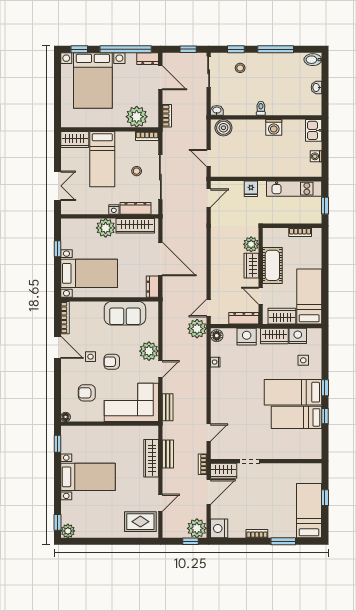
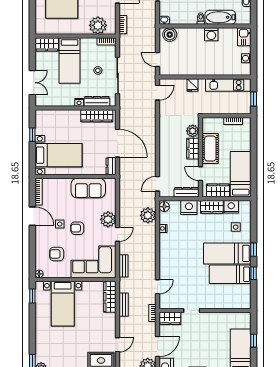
bathtub: (285, 107) -> (220, 17), added
plant: (106, 228) -> (72, 117), removed
plant: (197, 329) -> (148, 215), moved
wardrobe: (151, 458) -> (110, 297), moved
bed with nightstands: (88, 477) -> (63, 304), moved, turned 90
door: (209, 492) -> (157, 347), moved

